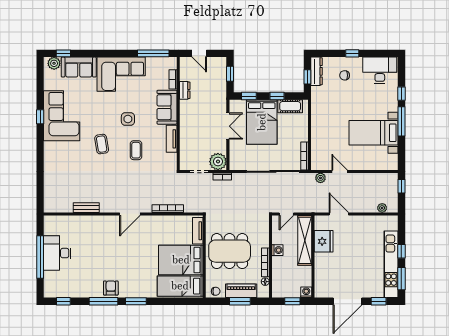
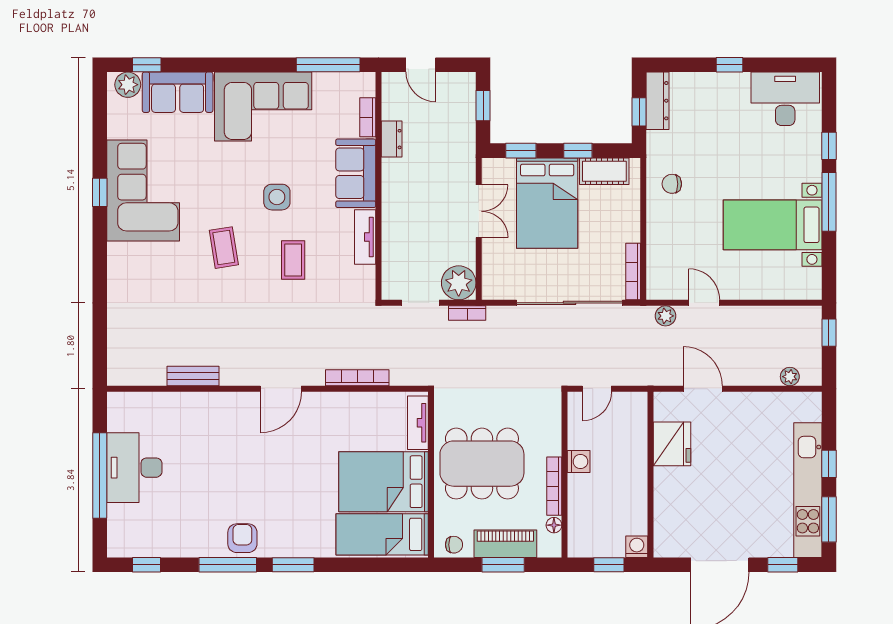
chair: (345, 75) -> (672, 184), moved
shelving: (305, 240) -> (634, 442), removed

